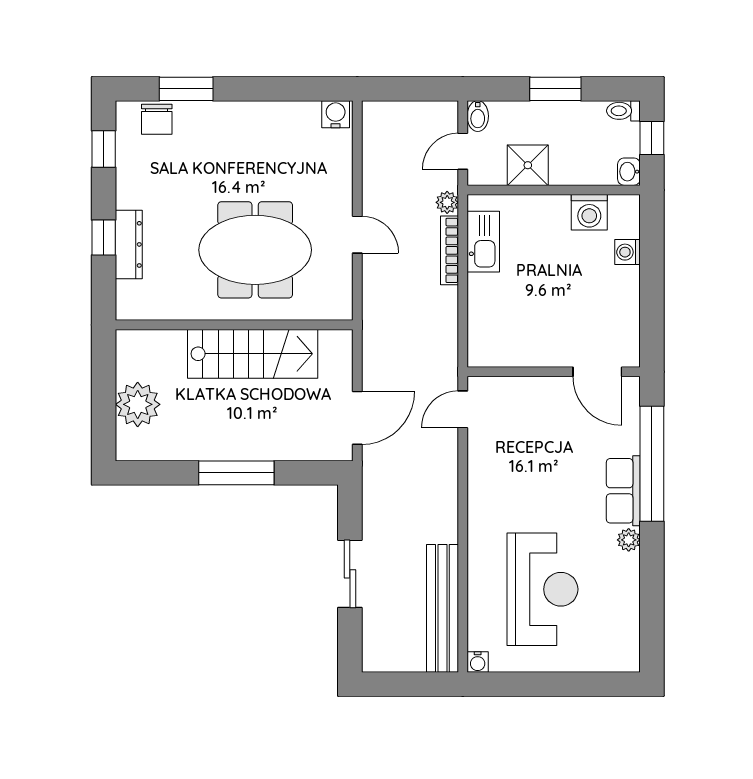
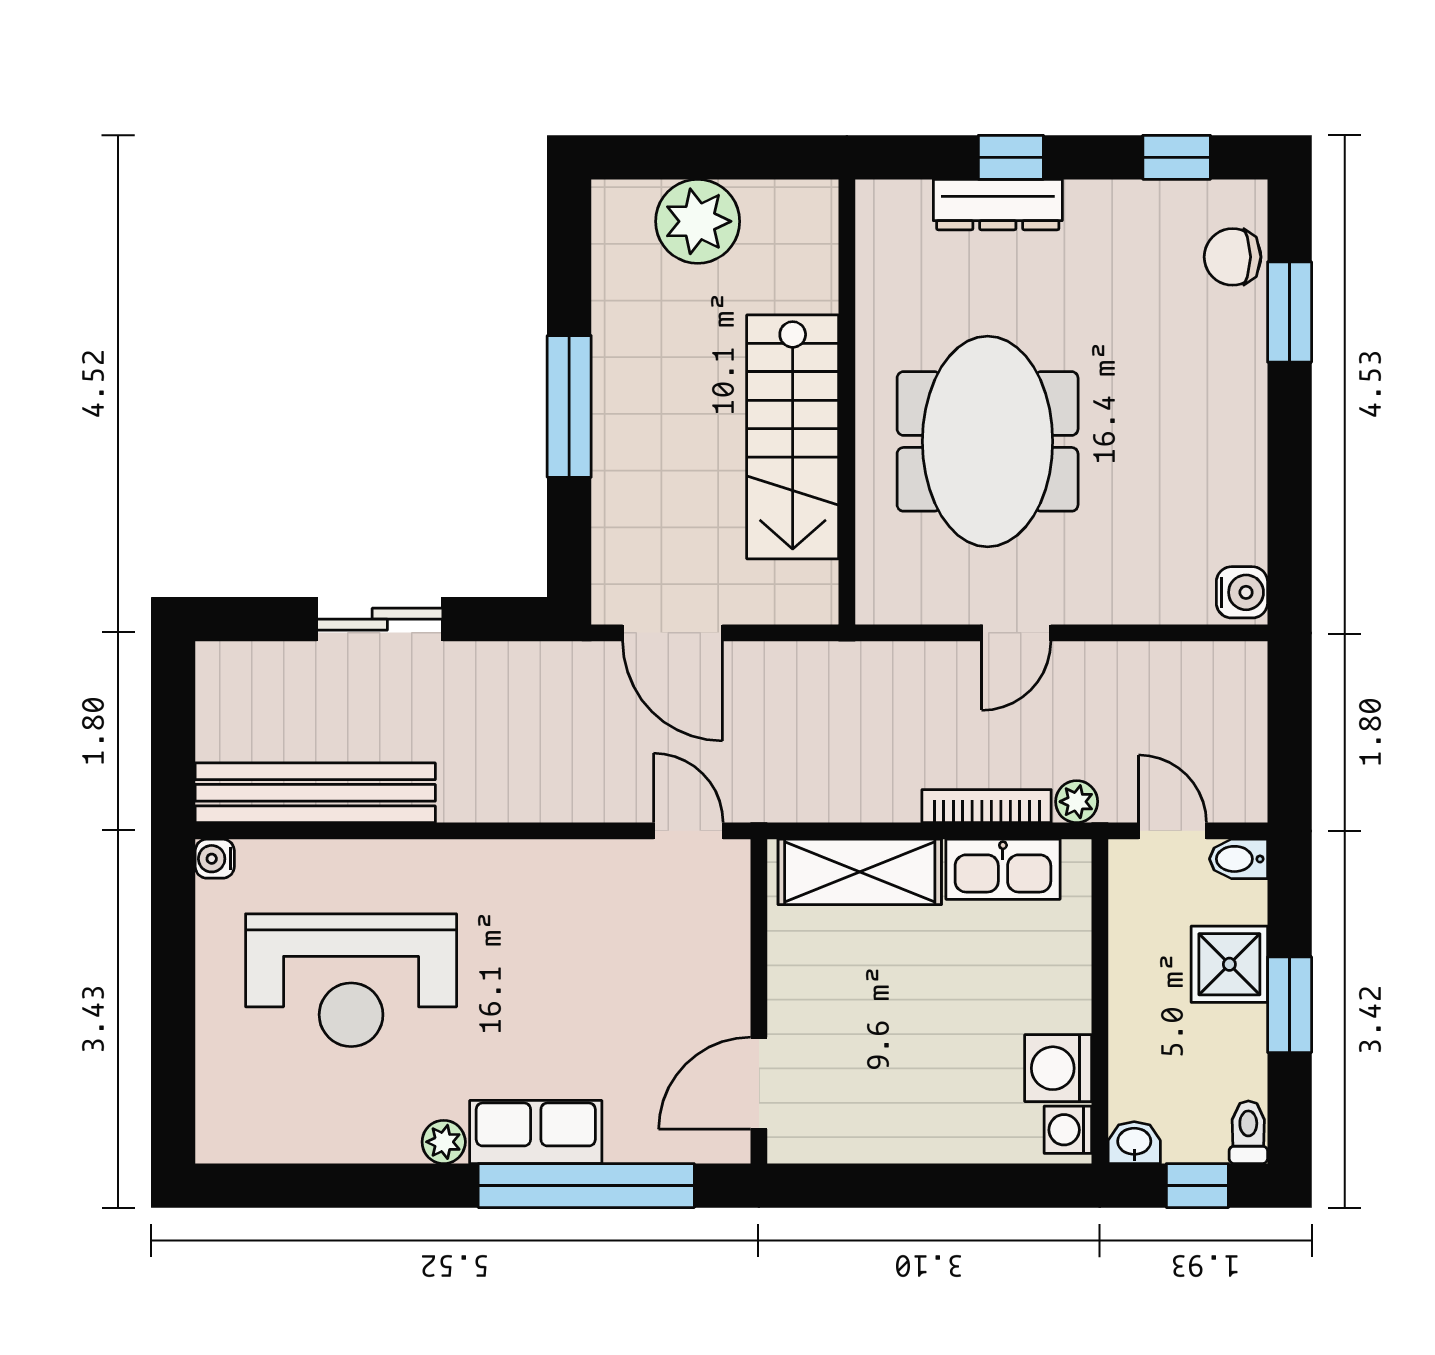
shower: (528, 165) -> (1229, 964), moved
washing machine: (628, 252) -> (1068, 1130), moved, turned -90
shelving: (485, 318) -> (860, 872), added

